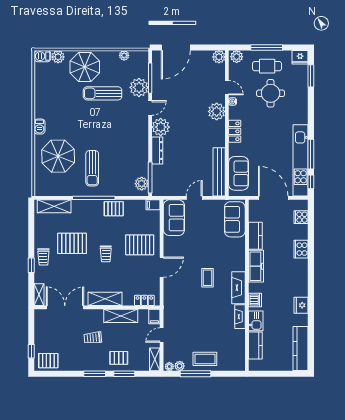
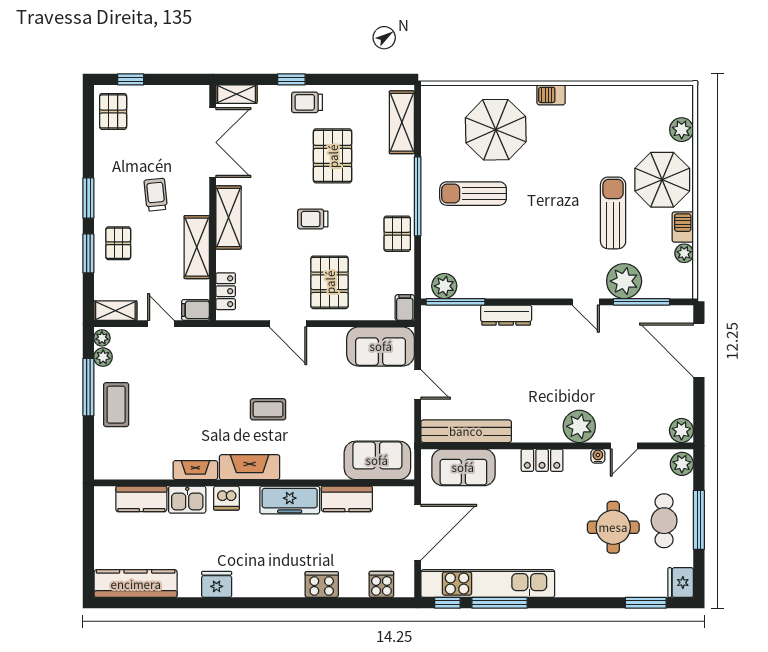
barbecue: (43, 56) -> (683, 227), moved
plant: (161, 127) -> (550, 322), removed

